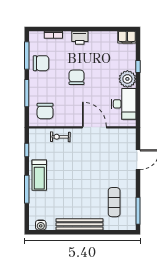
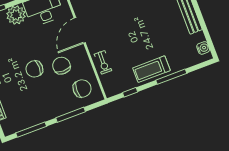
chair: (41, 63) -> (61, 66), moved
treadmill: (39, 175) -> (151, 69), turned 180

